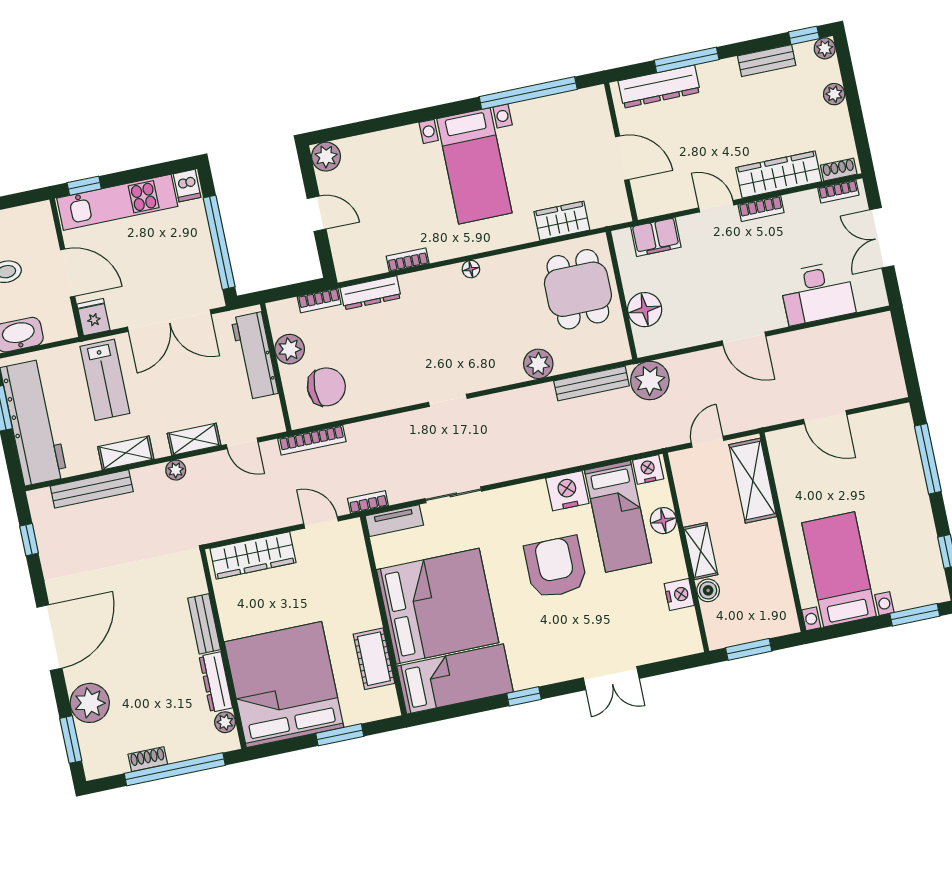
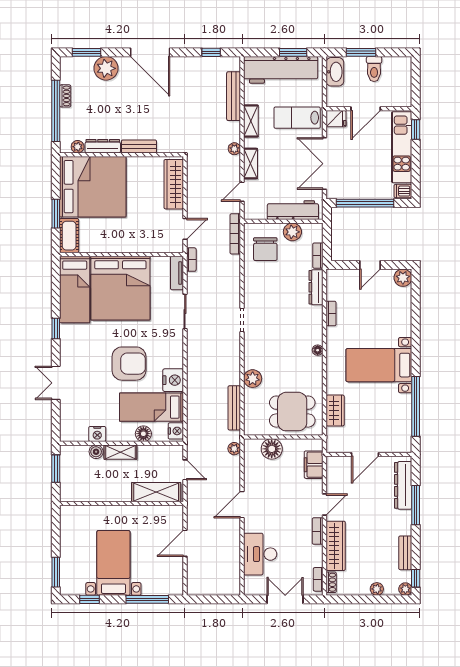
plant: (650, 380) -> (234, 449), width x0.53, depth x0.53
bed with nightstands: (839, 569) -> (113, 563), moved, turned -90
cot: (374, 659) -> (69, 236), moved, turned 90

